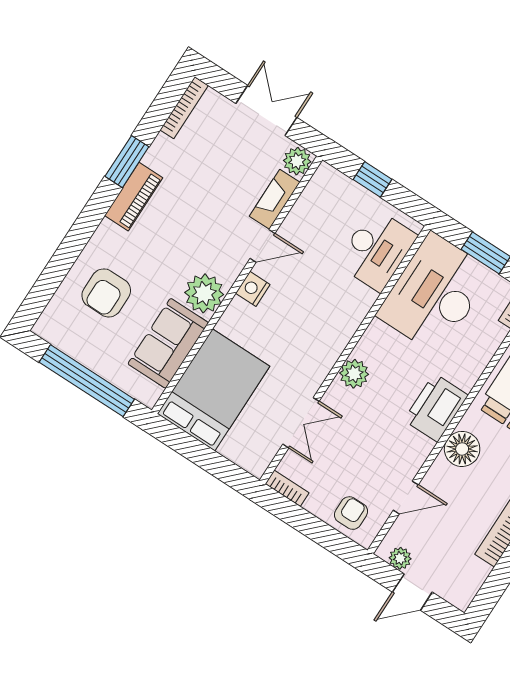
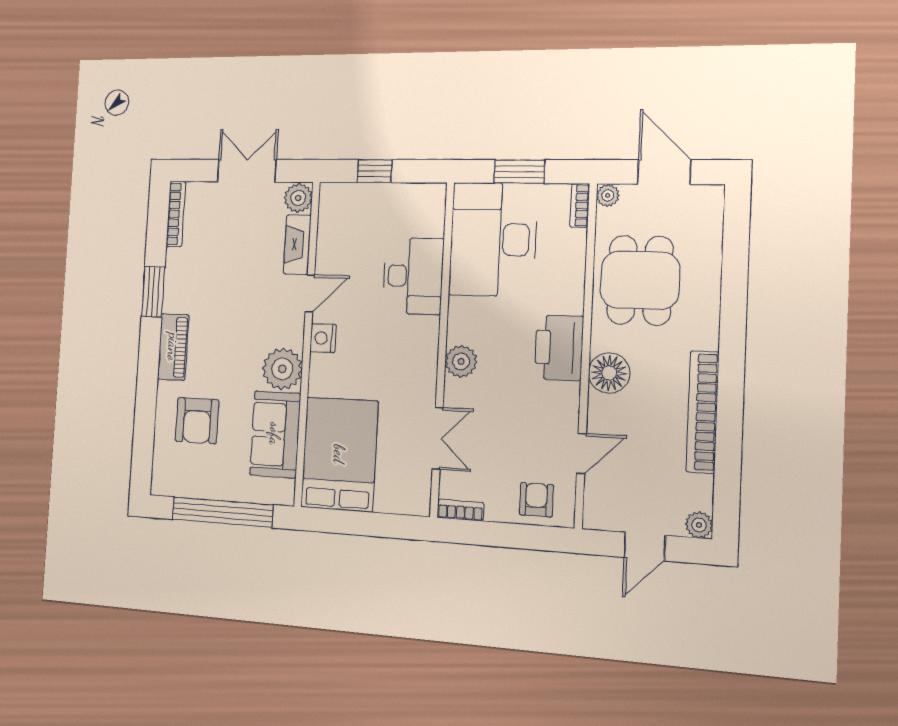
piano: (134, 197) -> (173, 347), moved
desk: (377, 250) -> (413, 276), moved
plant: (400, 558) -> (699, 525), moved

